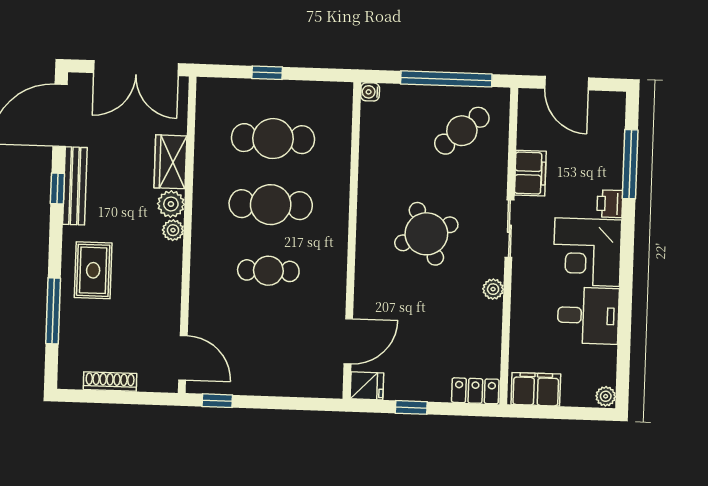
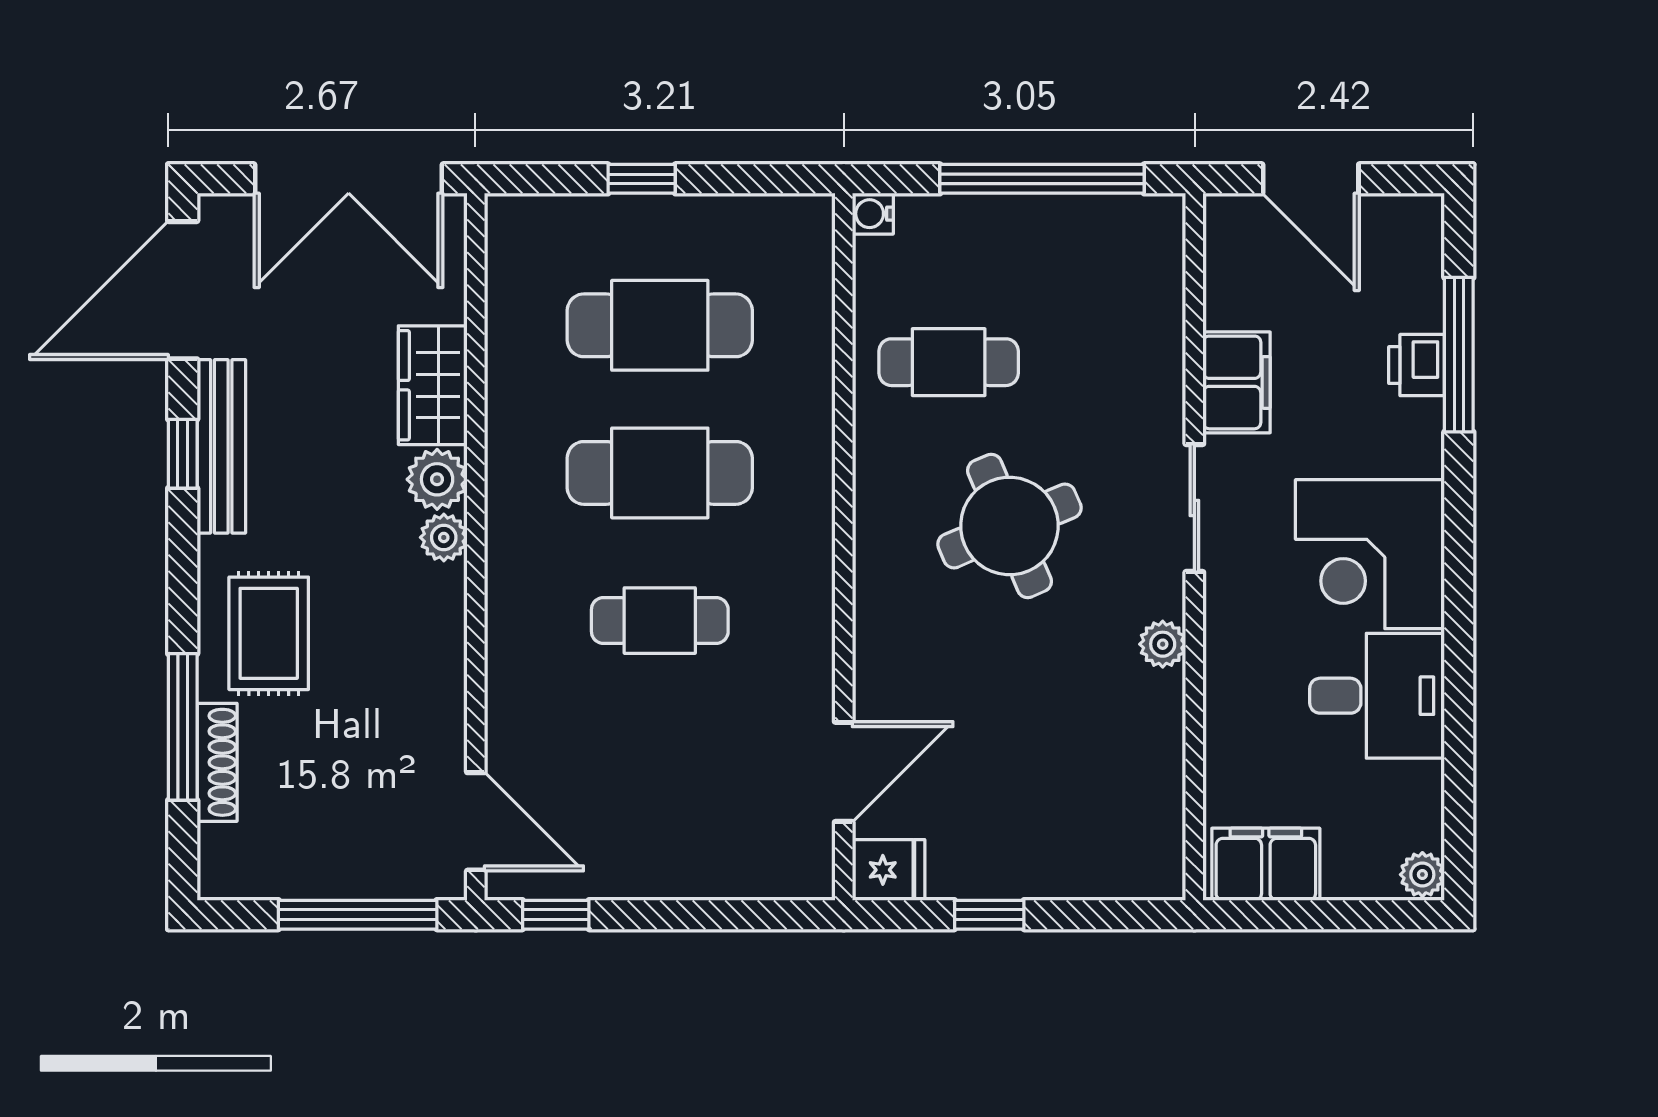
cafe table: (462, 131) -> (949, 362), moved, turned 40
printer: (610, 204) -> (1417, 365), moved
shoe rack: (110, 382) -> (217, 762), moved, turned 90
locker: (475, 391) -> (1131, 873), removed
window: (129, 398) -> (358, 915), added

